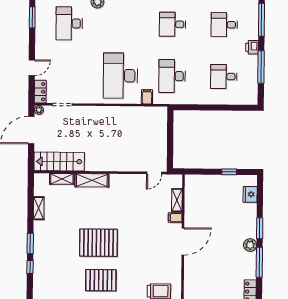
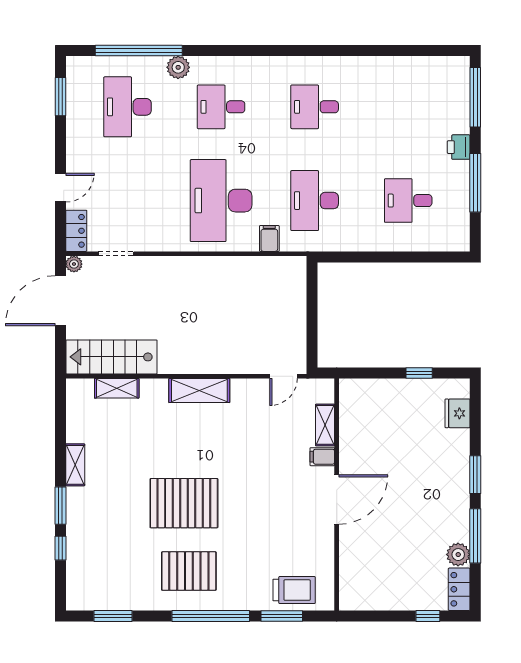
desk: (224, 25) -> (221, 107), moved
shelving: (92, 180) -> (199, 391), moved
shelving: (39, 208) -> (75, 465), moved
plant: (250, 245) -> (458, 555), moved

